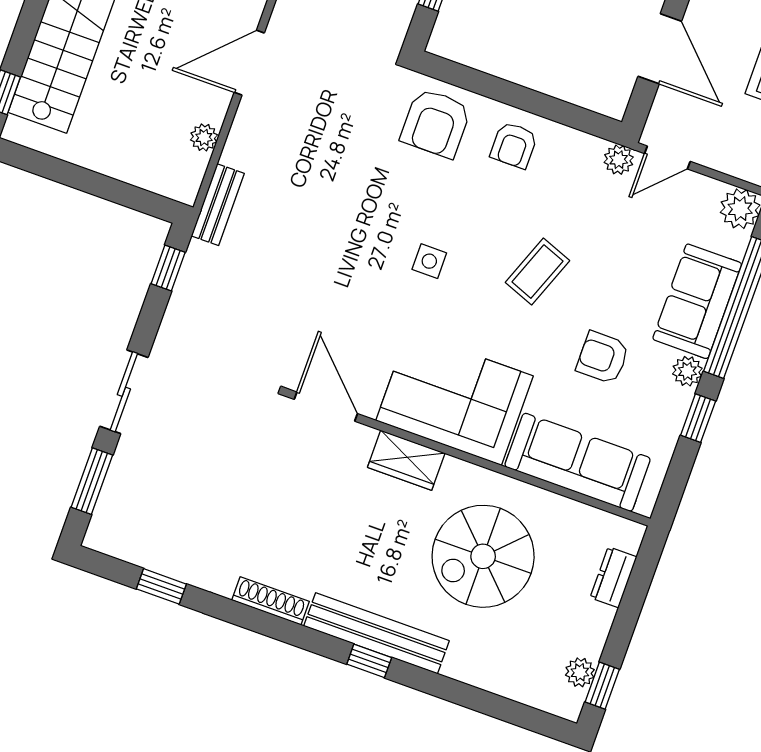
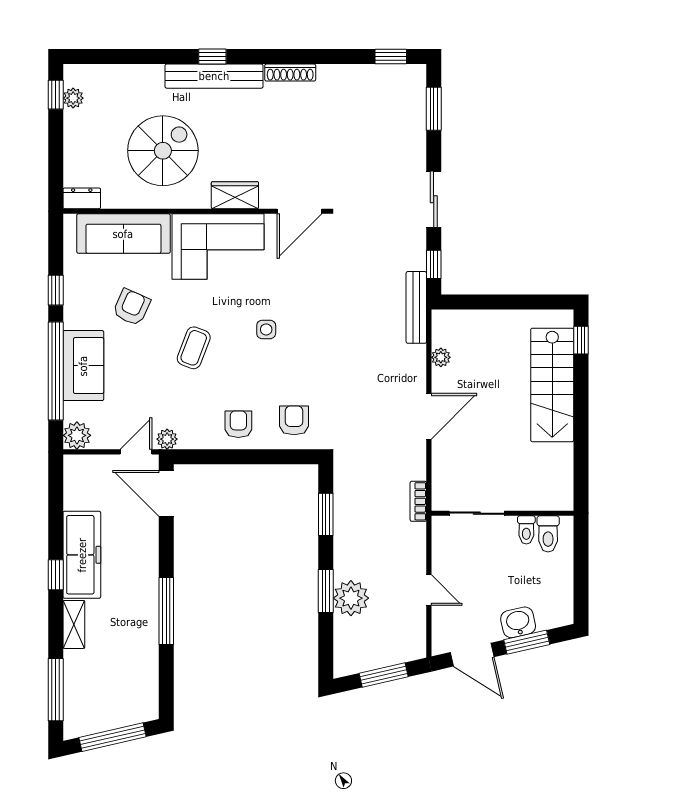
door: (660, 49) -> (166, 493), moved
armchair: (436, 123) -> (294, 420), width x0.72, depth x0.72
bench: (218, 205) -> (416, 307), width x1.36
armchair: (603, 358) -> (131, 307), turned -66
plant: (687, 371) -> (73, 318), removed
sliding door: (124, 392) -> (434, 199), moved
door: (326, 407) -> (299, 211), hinge flipped
dresser: (613, 577) -> (82, 198), moved, turned -90
window: (161, 586) -> (391, 57), moved

